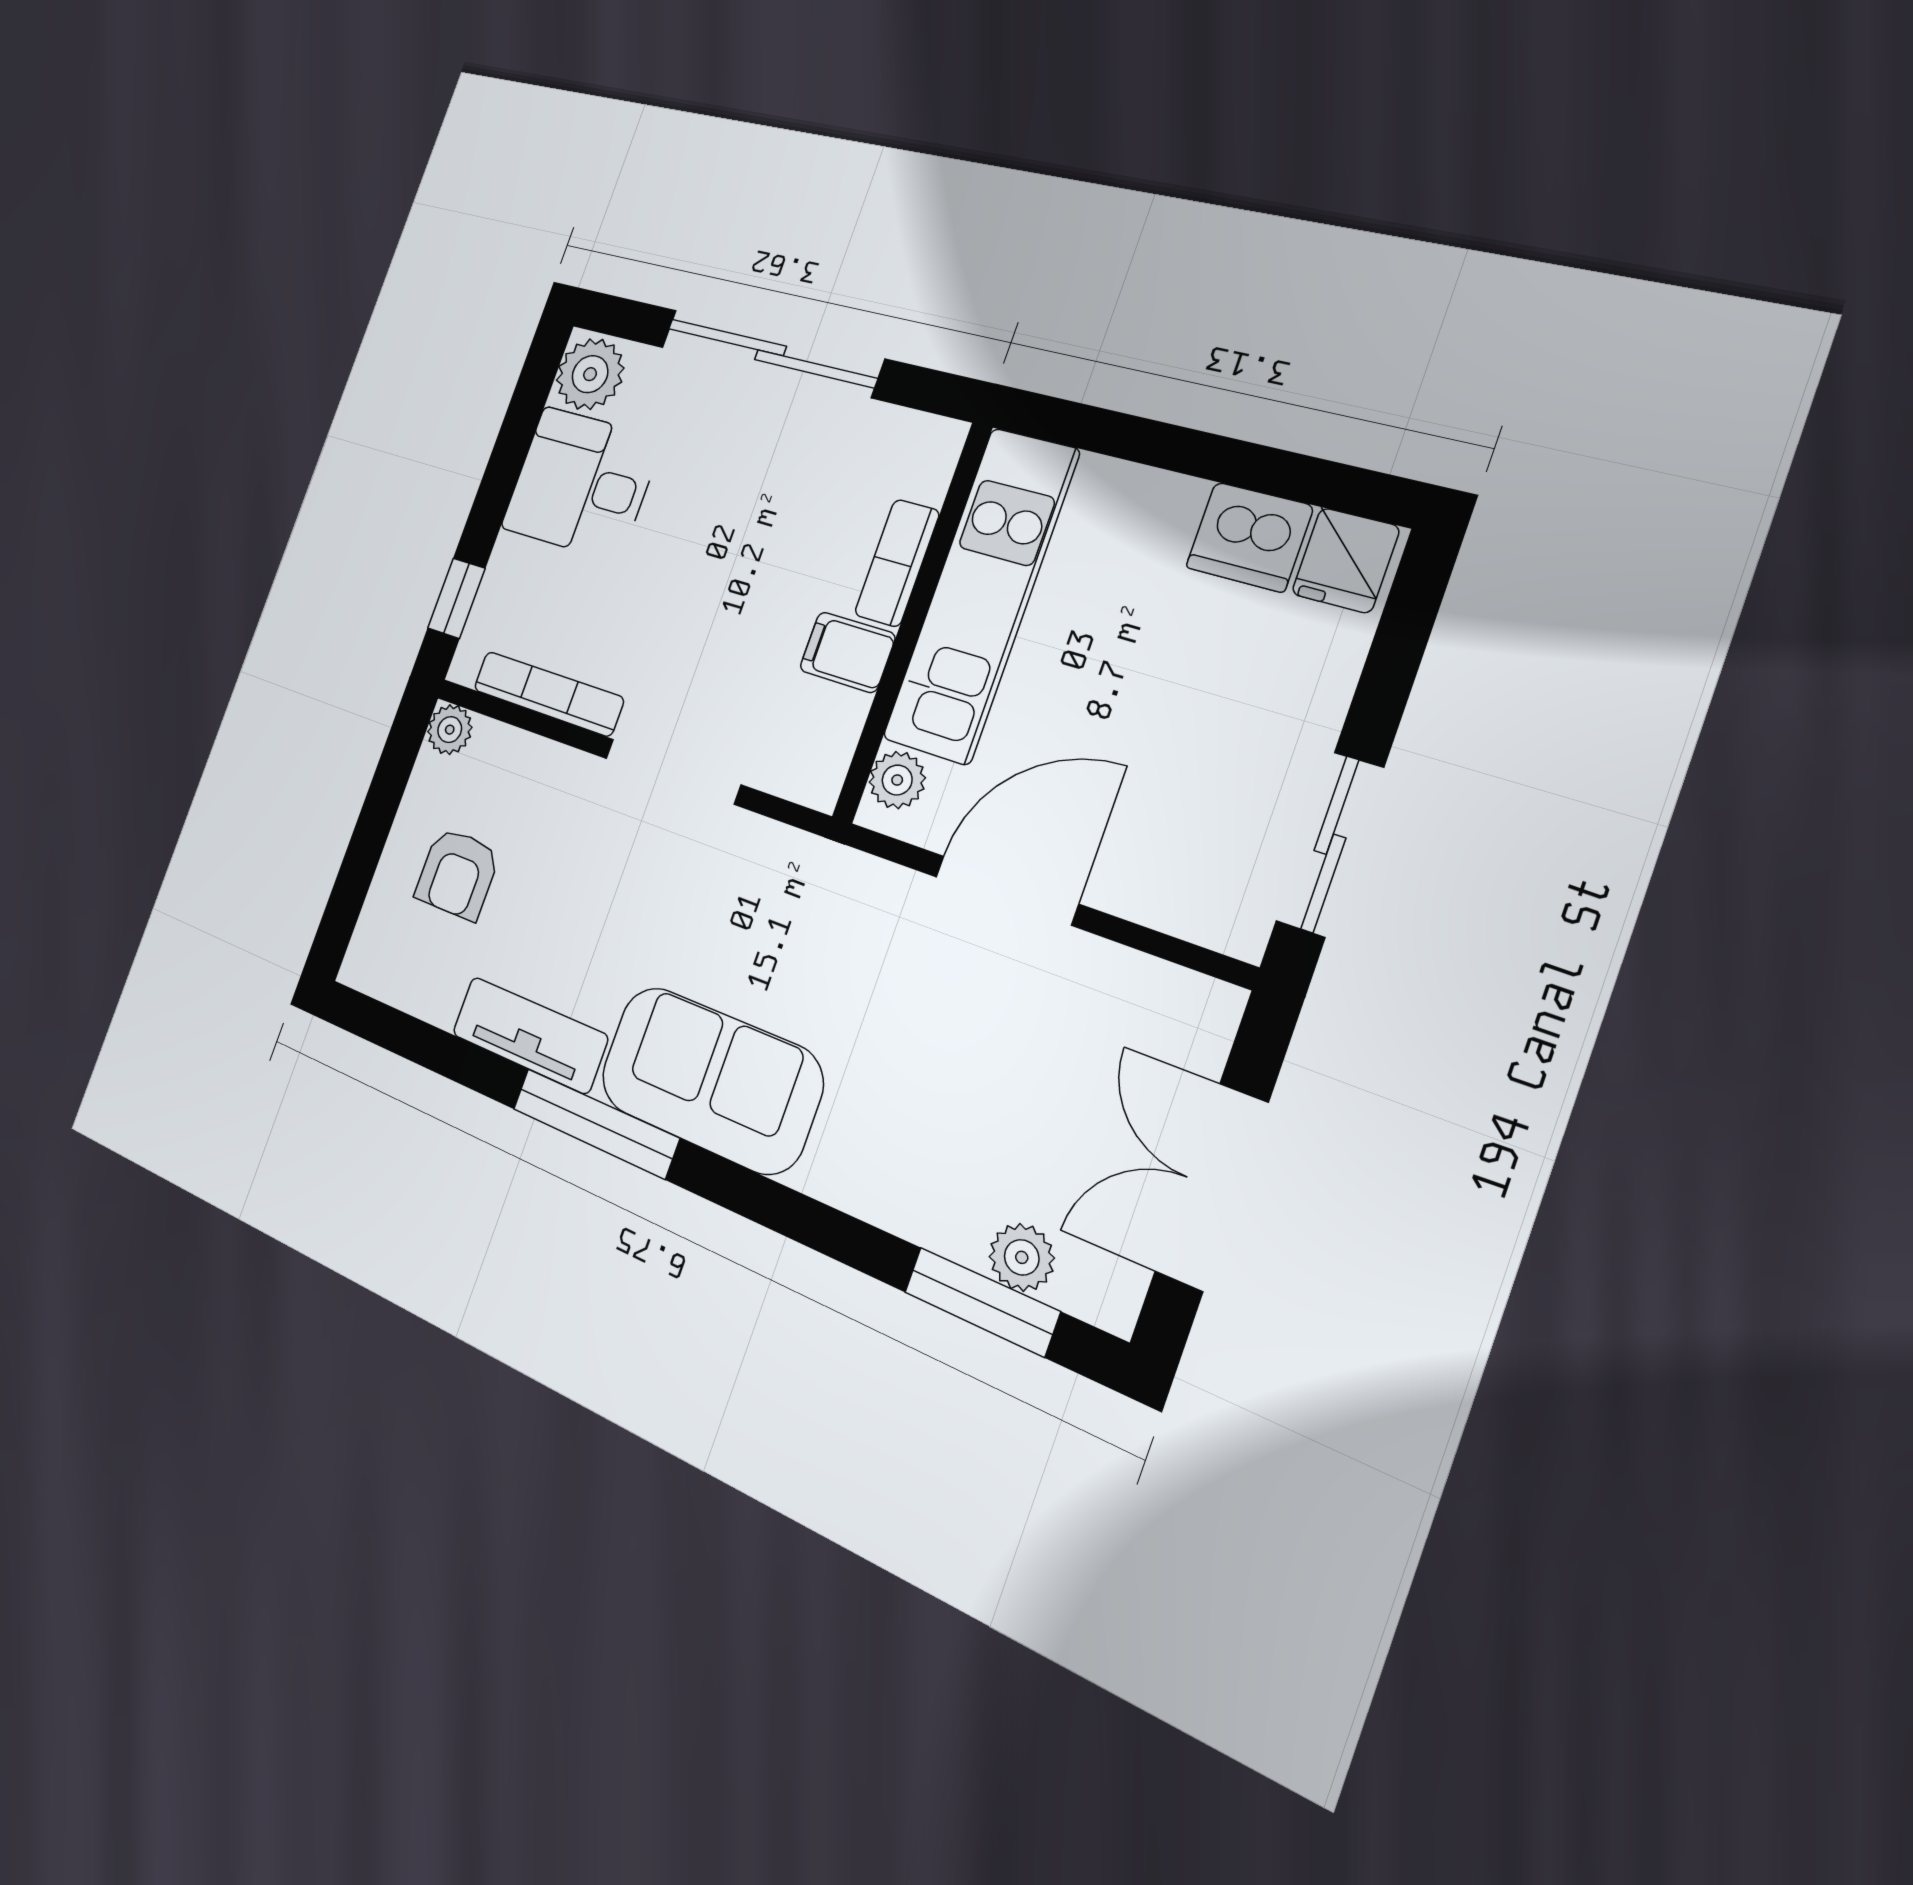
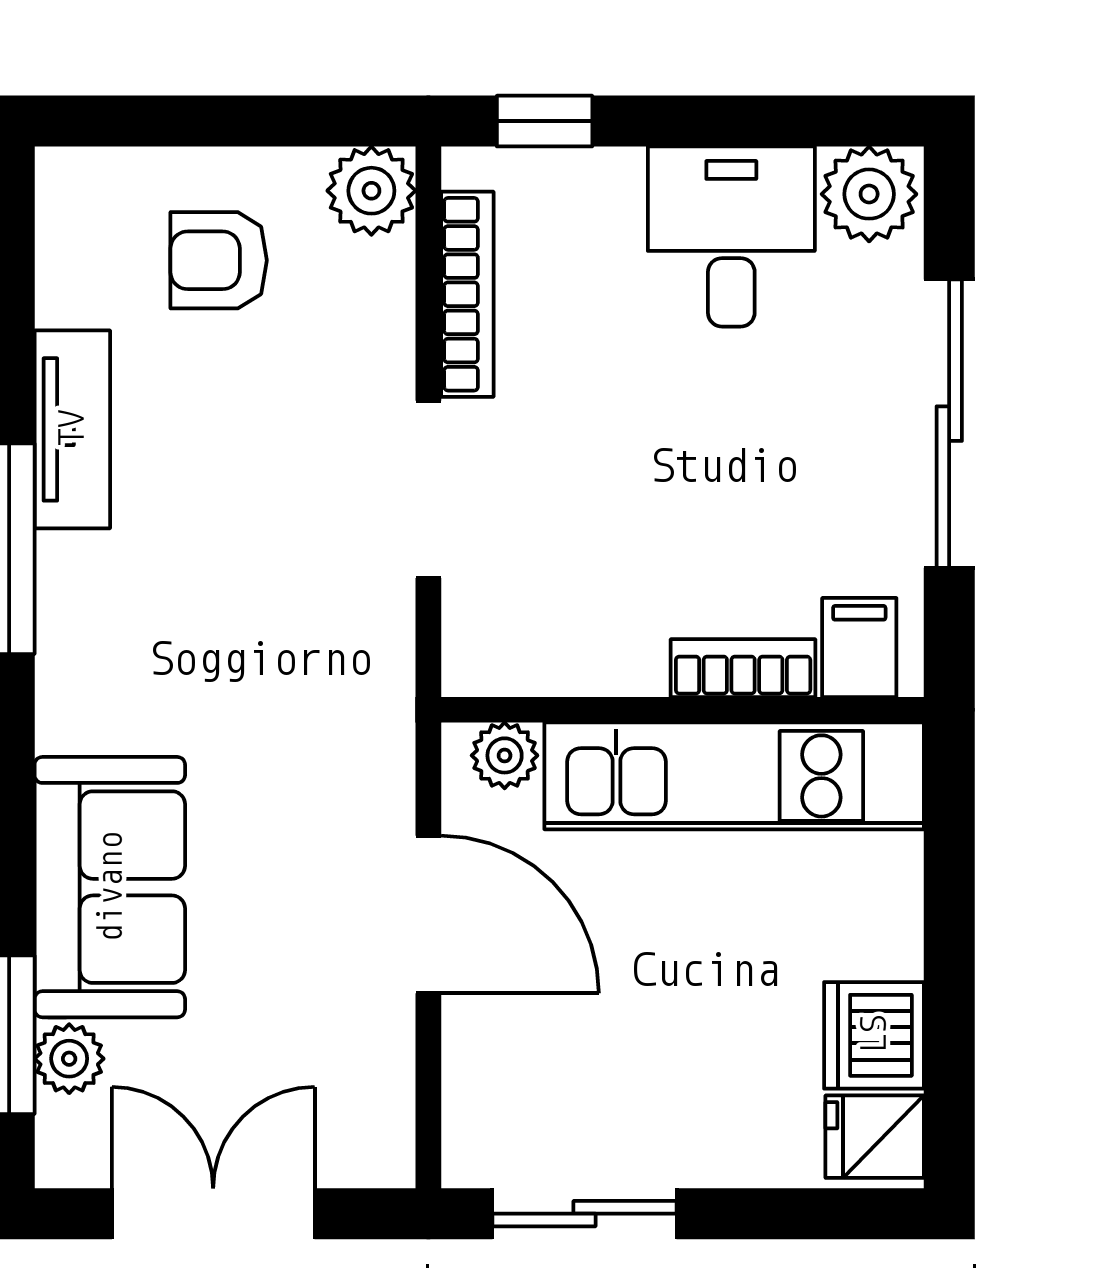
filing cabinet: (847, 652) -> (859, 647), moved
plant: (450, 730) -> (371, 191), width x1.38, depth x1.38
sofa: (711, 1080) -> (110, 887), moved

